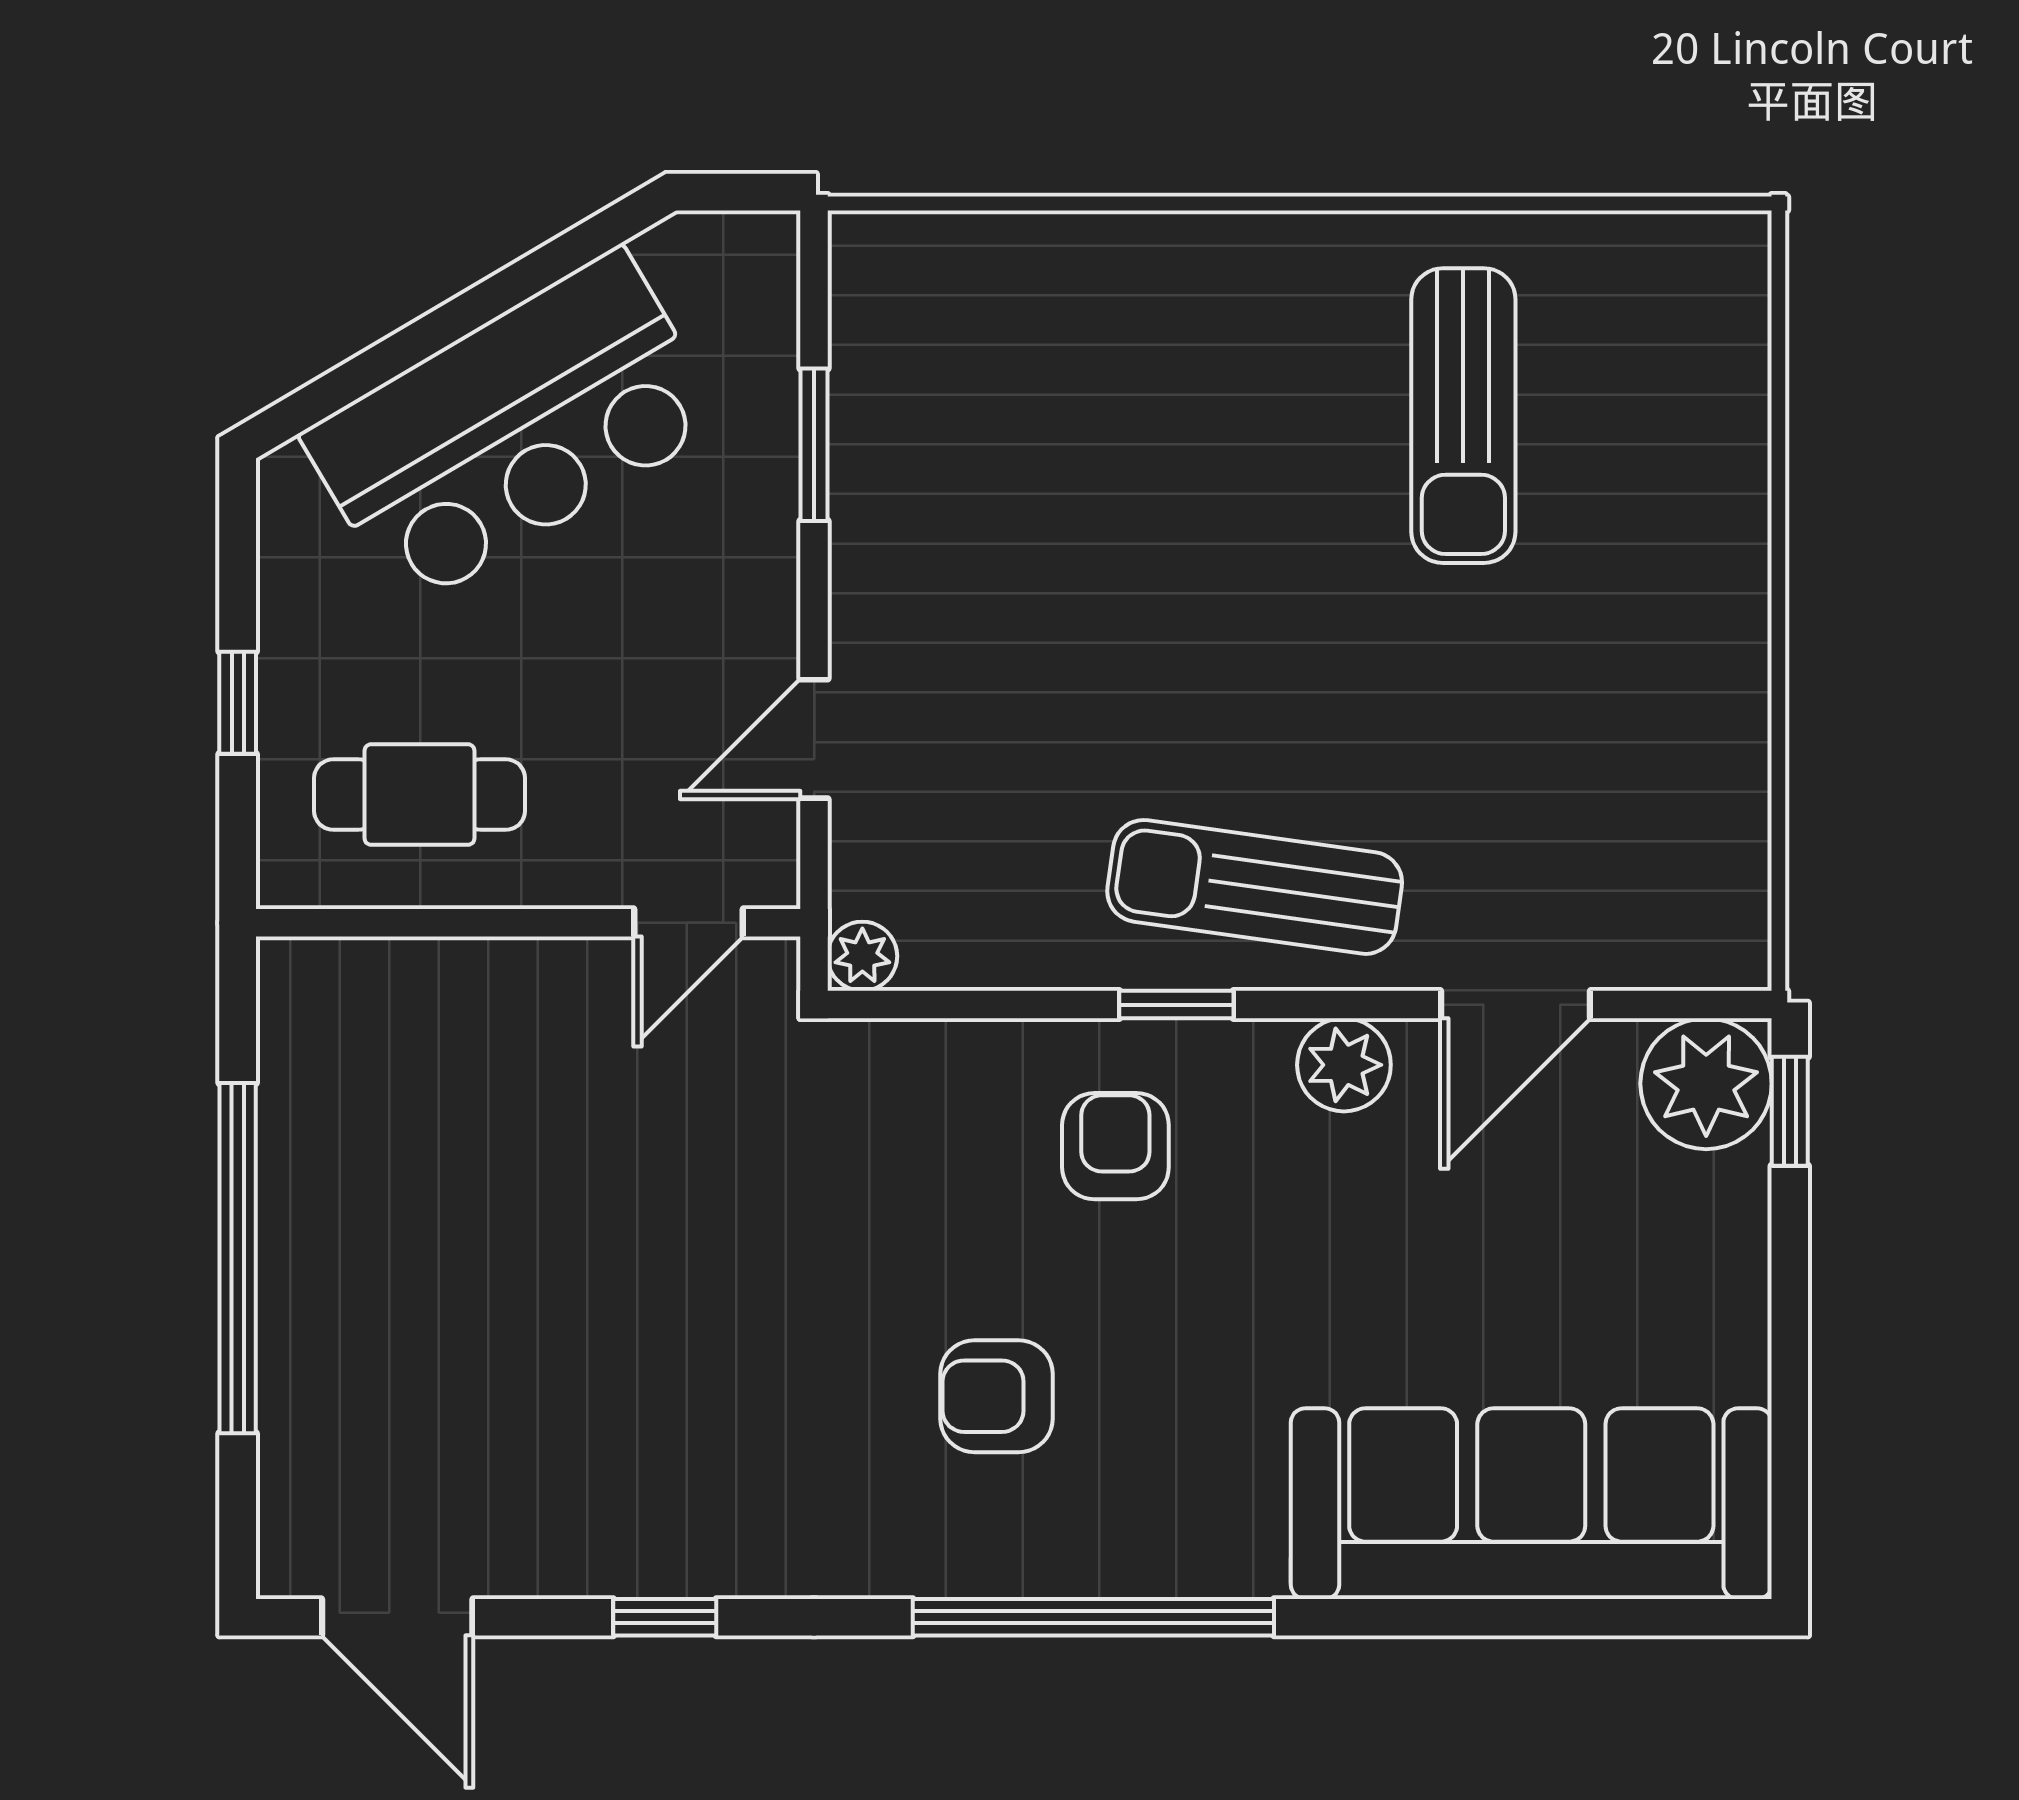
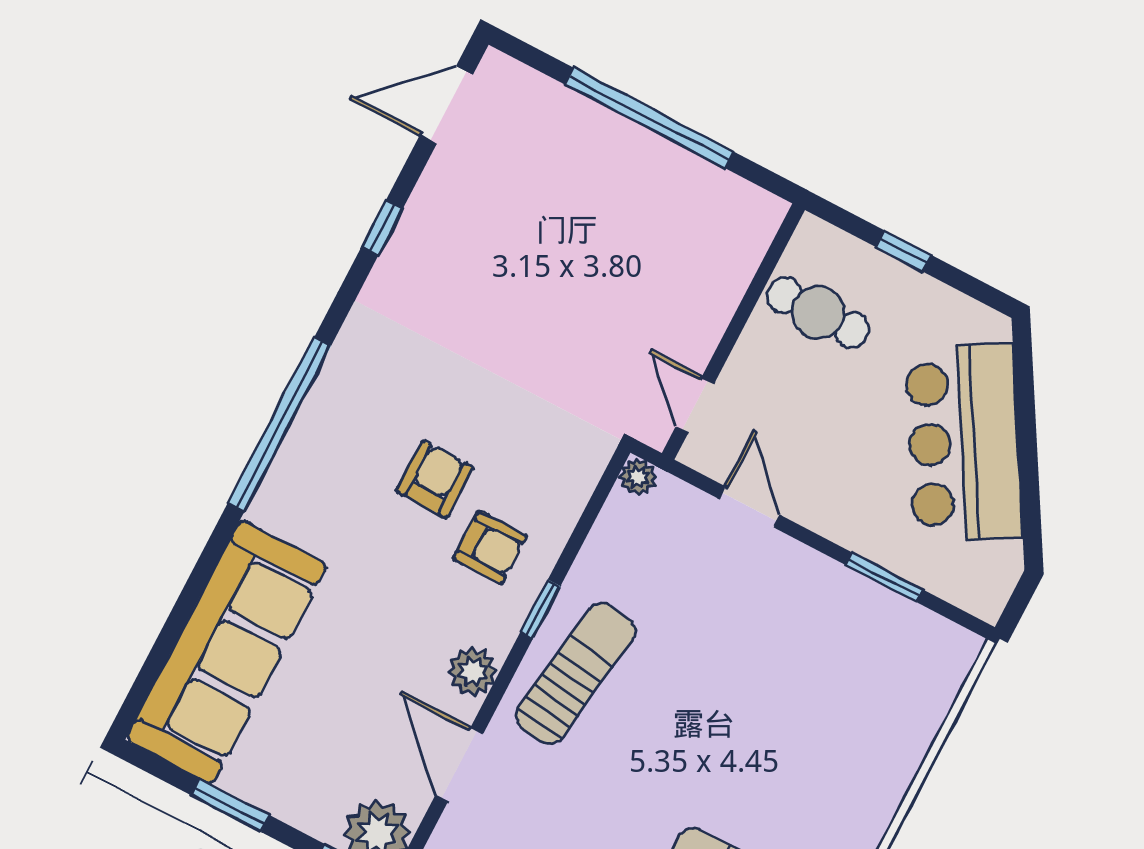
cafe table: (420, 795) -> (818, 313), turned 90
window: (1790, 1361) -> (230, 805), added
armchair: (996, 1396) -> (435, 479), moved

